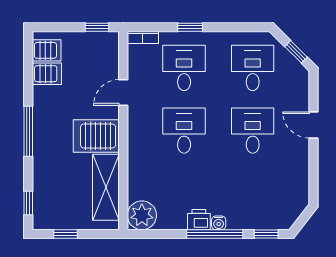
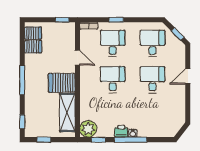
door: (123, 92) -> (77, 58), swing flipped
door: (313, 125) -> (188, 76), hinge flipped
window: (266, 234) -> (99, 140), moved

